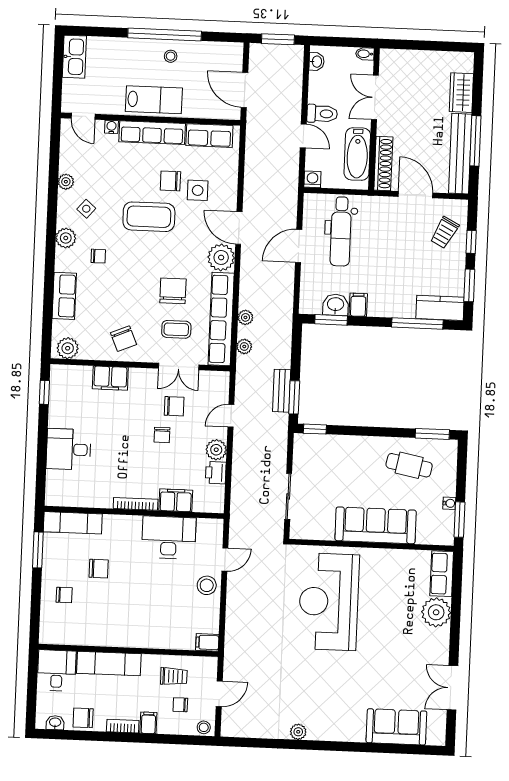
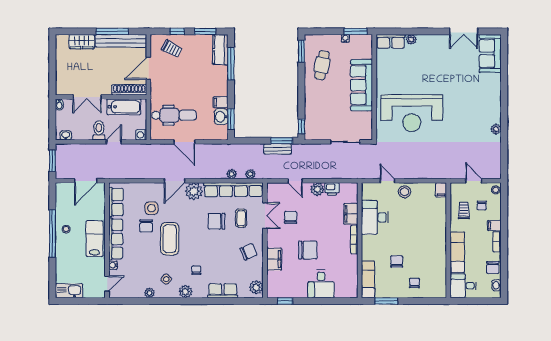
chair: (162, 435) -> (308, 250), moved, width x1.87, depth x1.87
plant: (436, 612) -> (411, 39), width x0.53, depth x0.53
sofa: (396, 727) -> (490, 53), moved

